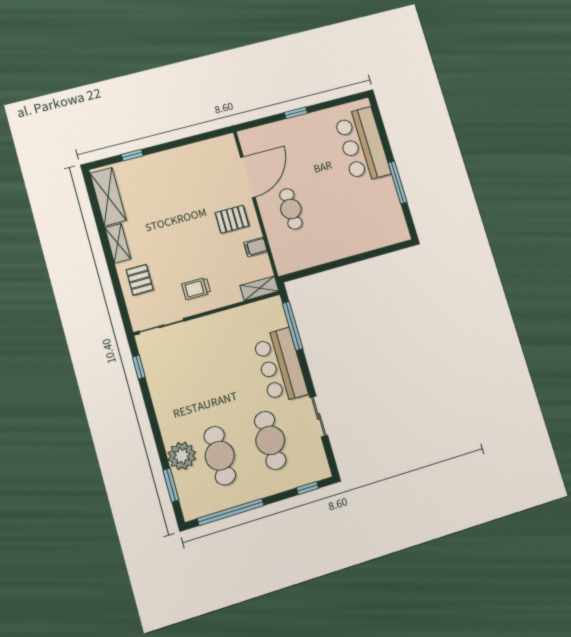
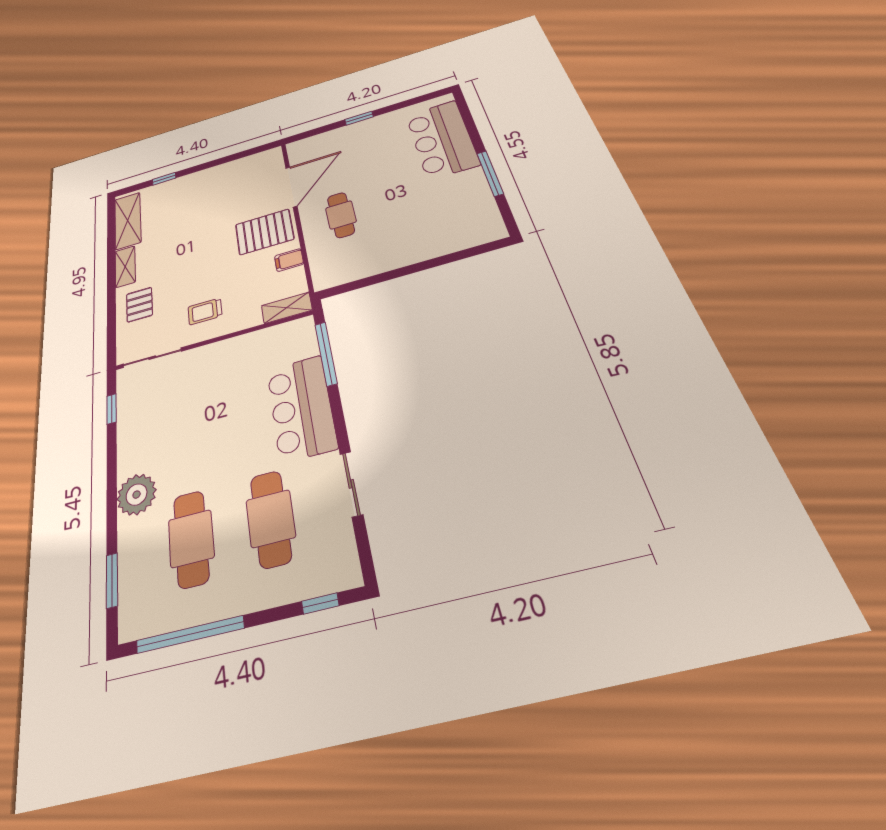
pallet: (232, 219) -> (264, 232), width x1.50, depth x1.42
plant: (182, 456) -> (137, 495), moved

